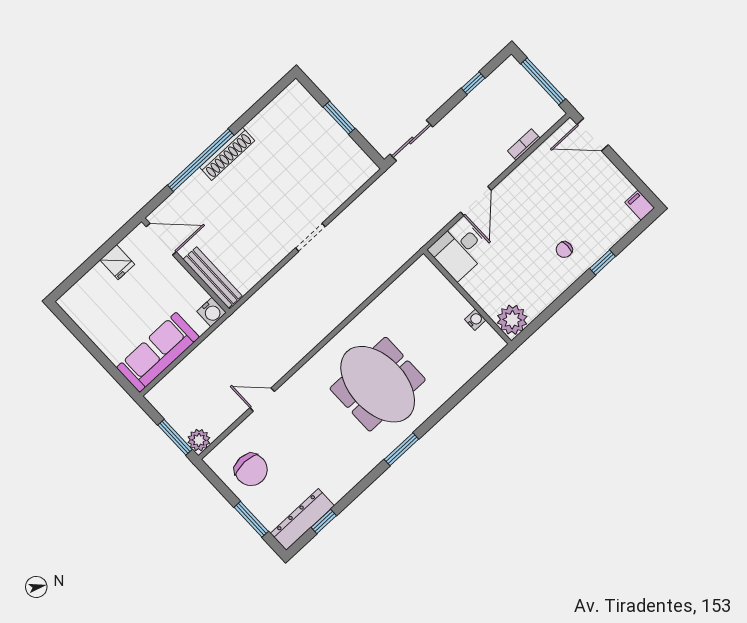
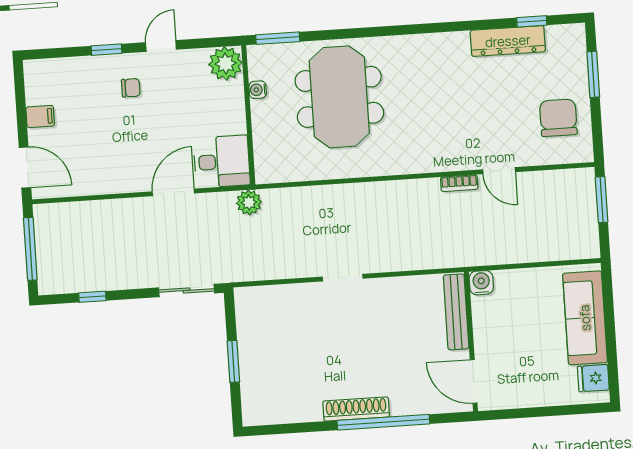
bookcase: (524, 145) -> (459, 183), moved
filing cabinet: (640, 205) -> (40, 117), moved, turned -90
fridge: (117, 262) -> (593, 378), moved, turned -90
door: (567, 296) -> (161, 46), added
sofa: (158, 352) -> (585, 318), moved, turned 90
meeting table: (378, 384) -> (339, 97), moved
plant: (199, 440) -> (249, 202), moved
window: (401, 449) -> (278, 38), moved
dresser: (302, 519) -> (508, 41), moved

